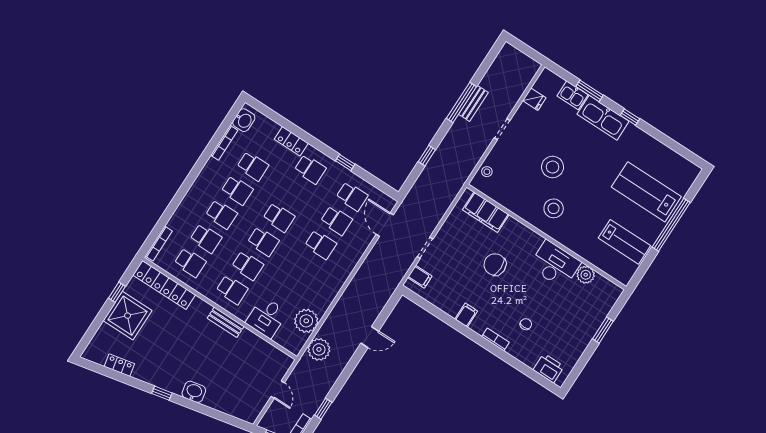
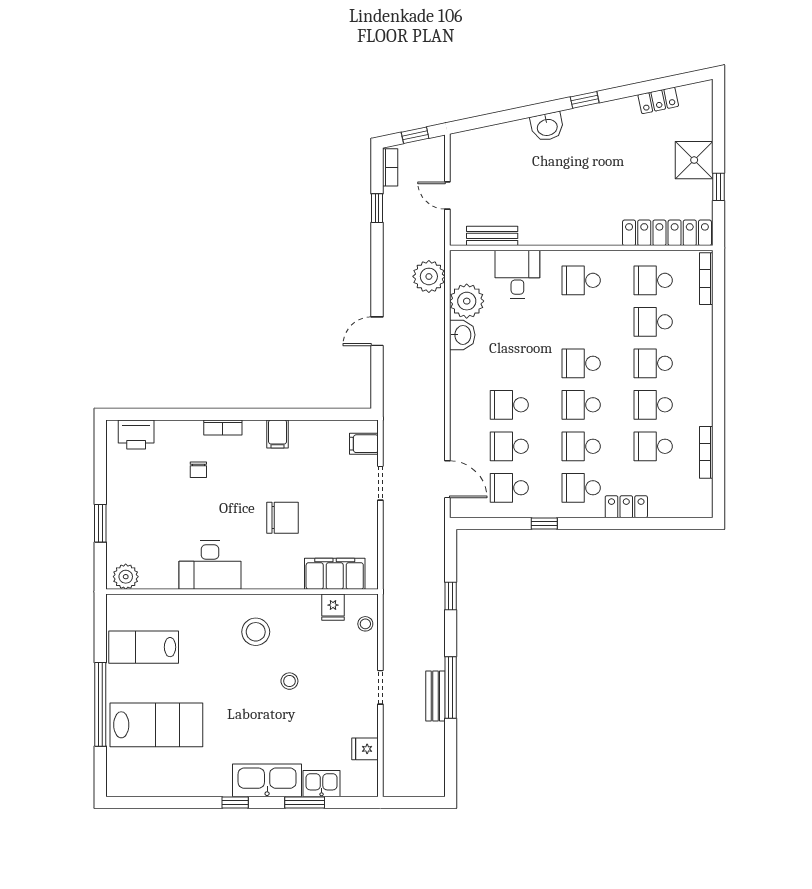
washbasin: (244, 120) -> (462, 335), moved, turned 180
stool: (553, 167) -> (289, 681), width x0.53, depth x0.53
fridge: (499, 194) -> (333, 607), added
school desk: (248, 266) -> (581, 446), moved
plant: (586, 275) -> (126, 577), moved
shower: (128, 316) -> (694, 160), width x0.73, depth x0.73
bench: (226, 322) -> (492, 236), moved

